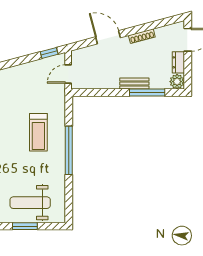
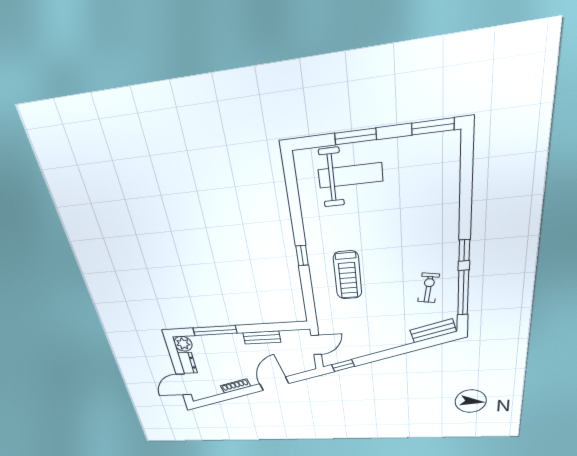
door: (108, 37) -> (274, 384), swing flipped
bench: (134, 84) -> (262, 337), moved
treadmill: (38, 132) -> (348, 275), turned 180
window: (69, 150) -> (302, 255), width x0.32

